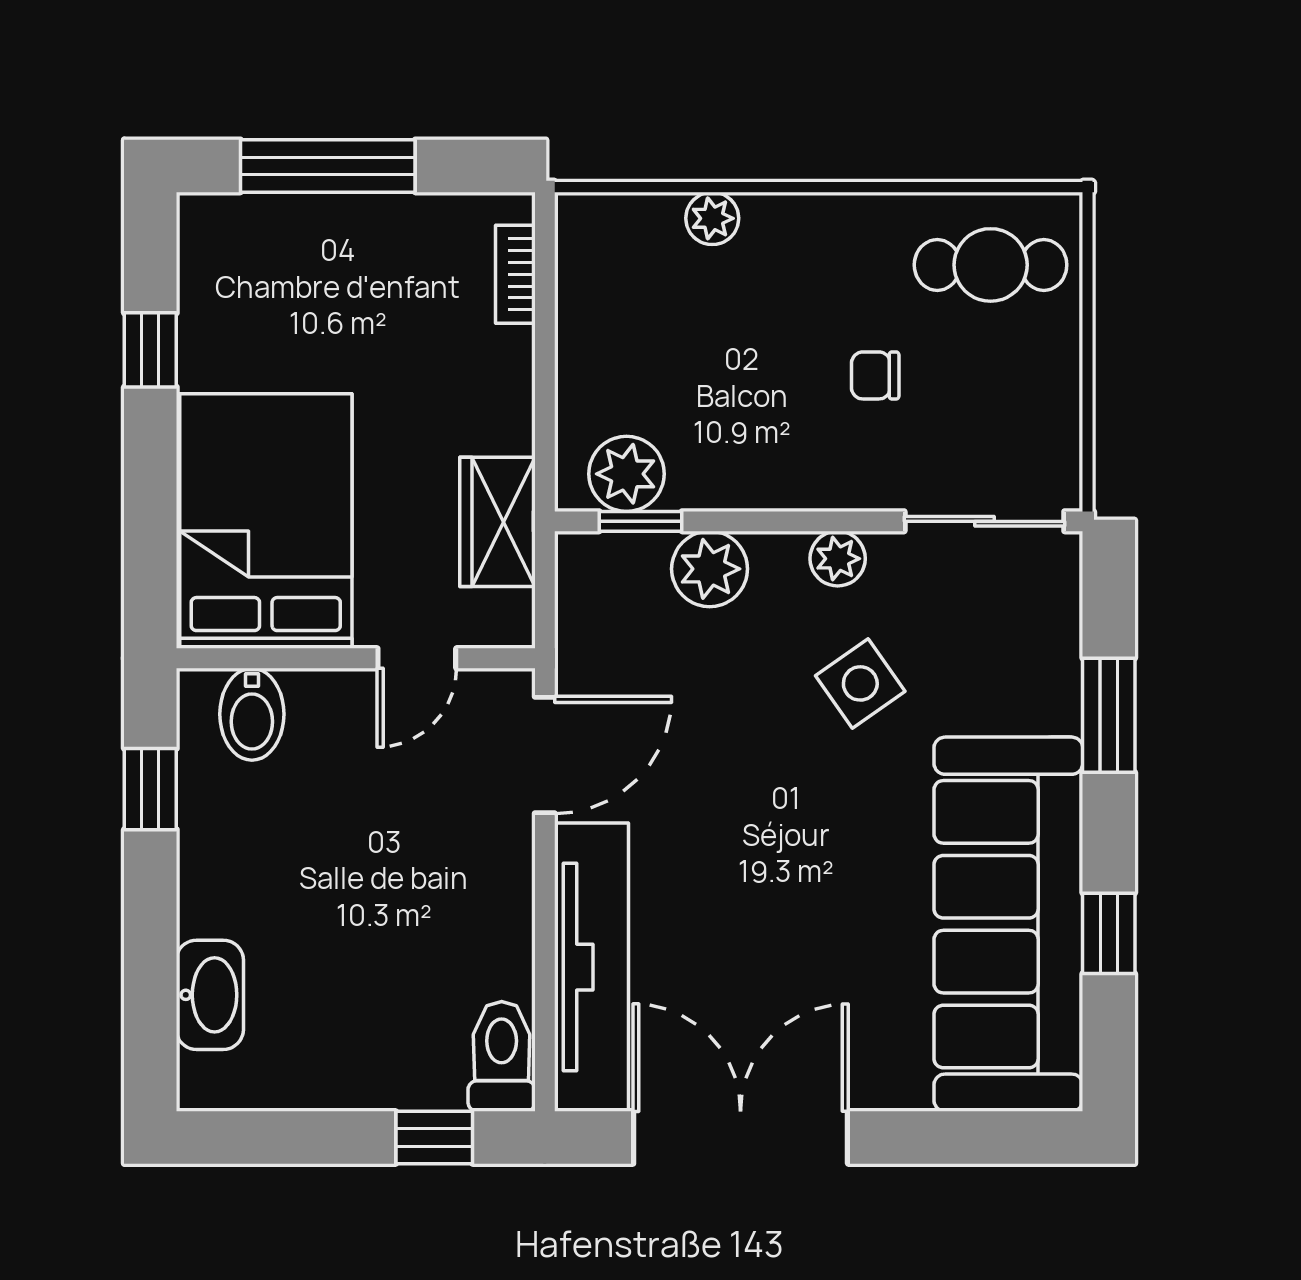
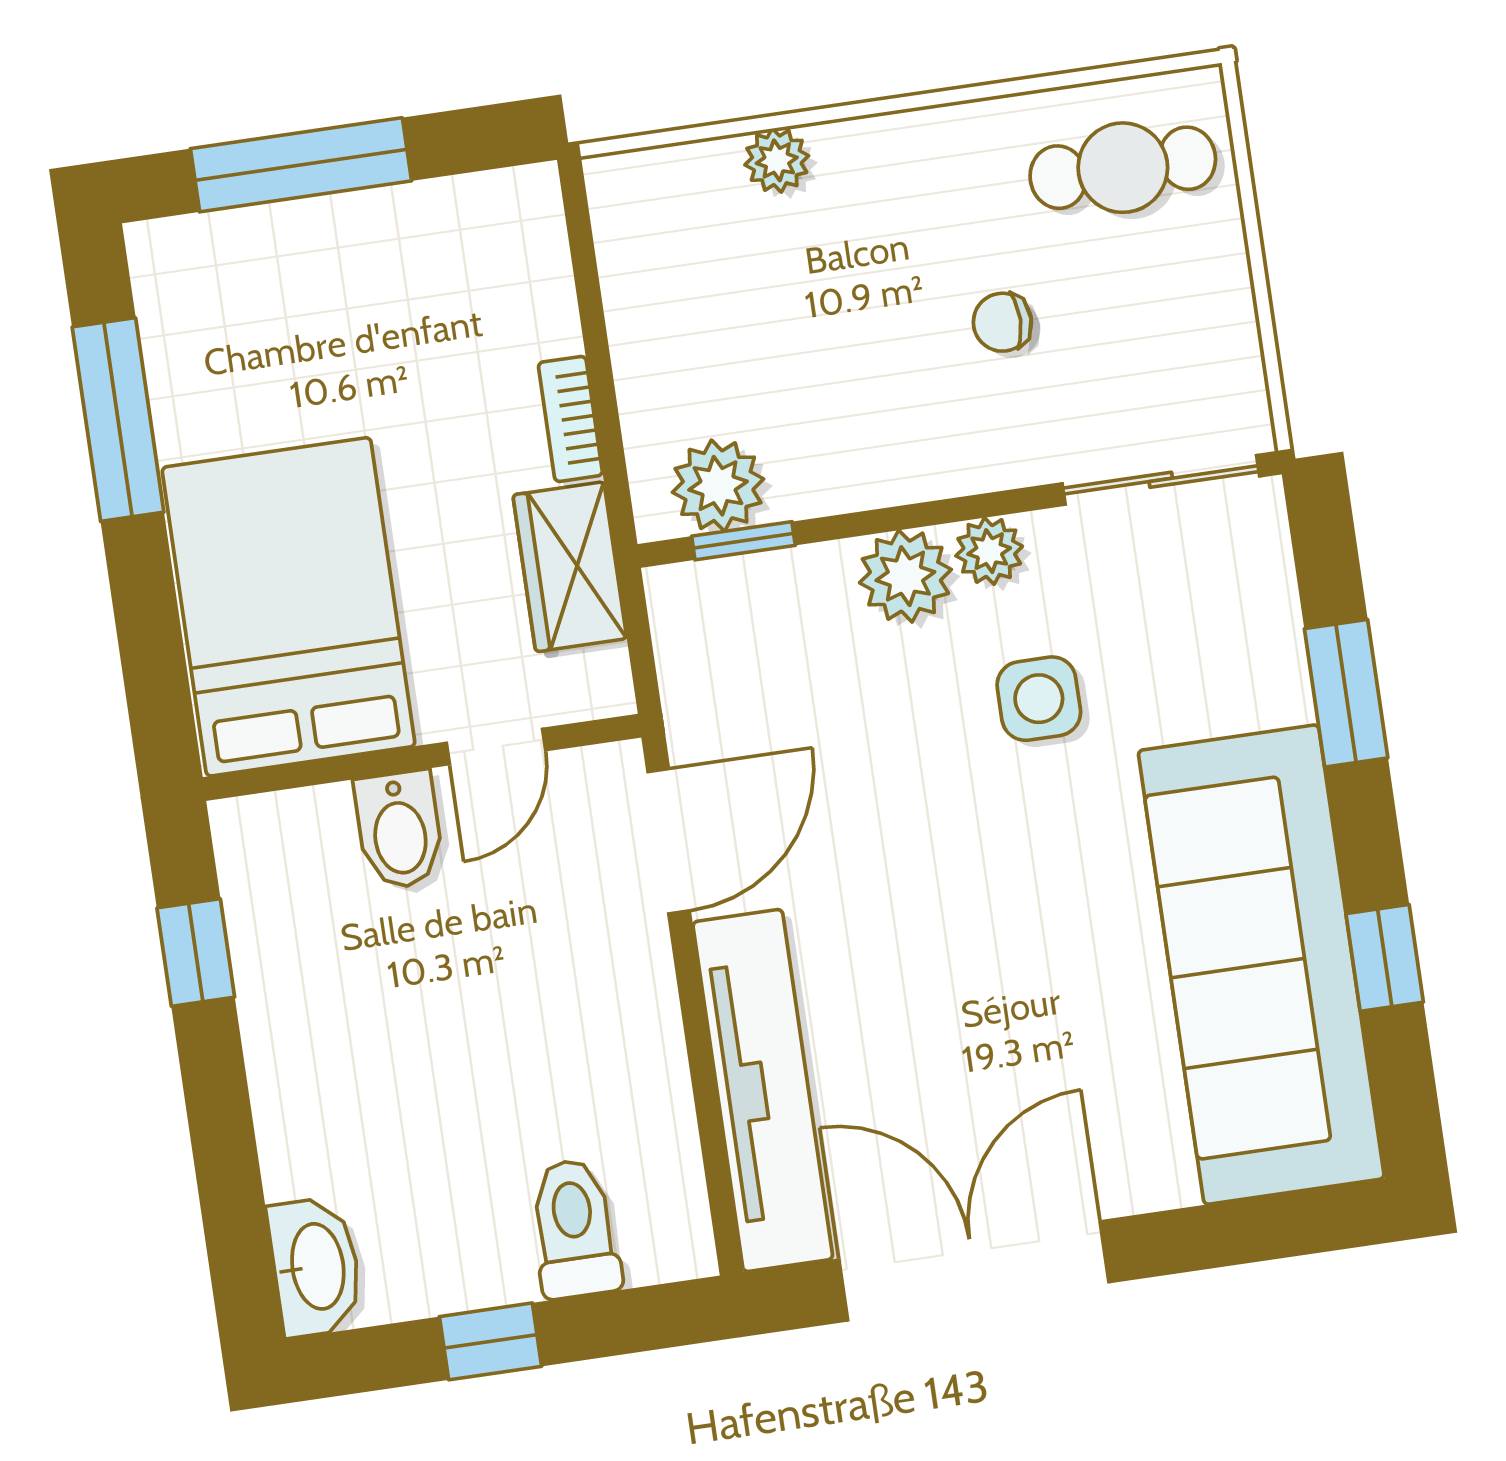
bookcase: (515, 274) -> (570, 419), moved
window: (150, 350) -> (118, 420), width x2.17
plant: (710, 569) -> (905, 576), moved
side table: (860, 683) -> (1039, 699), turned 35
bidet: (252, 714) -> (399, 830), moved
washbasin: (210, 995) -> (315, 1267), moved
toilet: (502, 1056) -> (575, 1229), moved
window: (434, 1137) -> (491, 1341), moved

